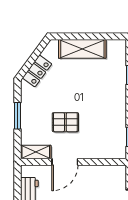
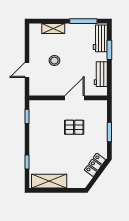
shelving: (82, 49) -> (49, 181), moved
shelving: (36, 152) -> (96, 105), removed

